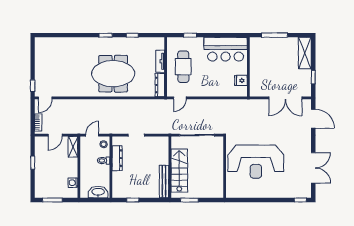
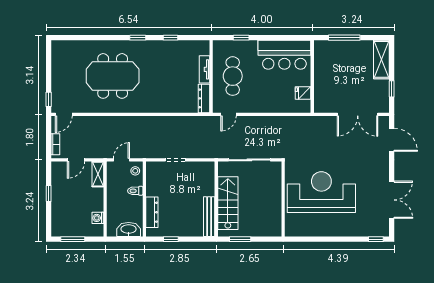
meeting table: (113, 74) -> (113, 76), moved
dresser: (117, 158) -> (152, 212), moved
reception desk: (256, 162) -> (321, 192), turned 180

